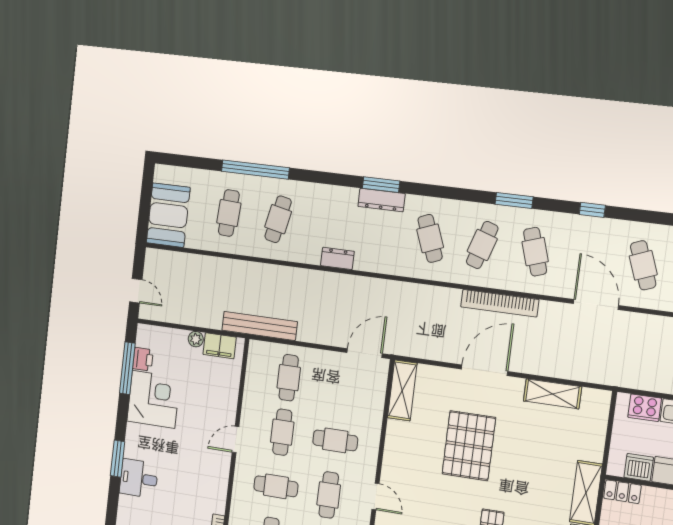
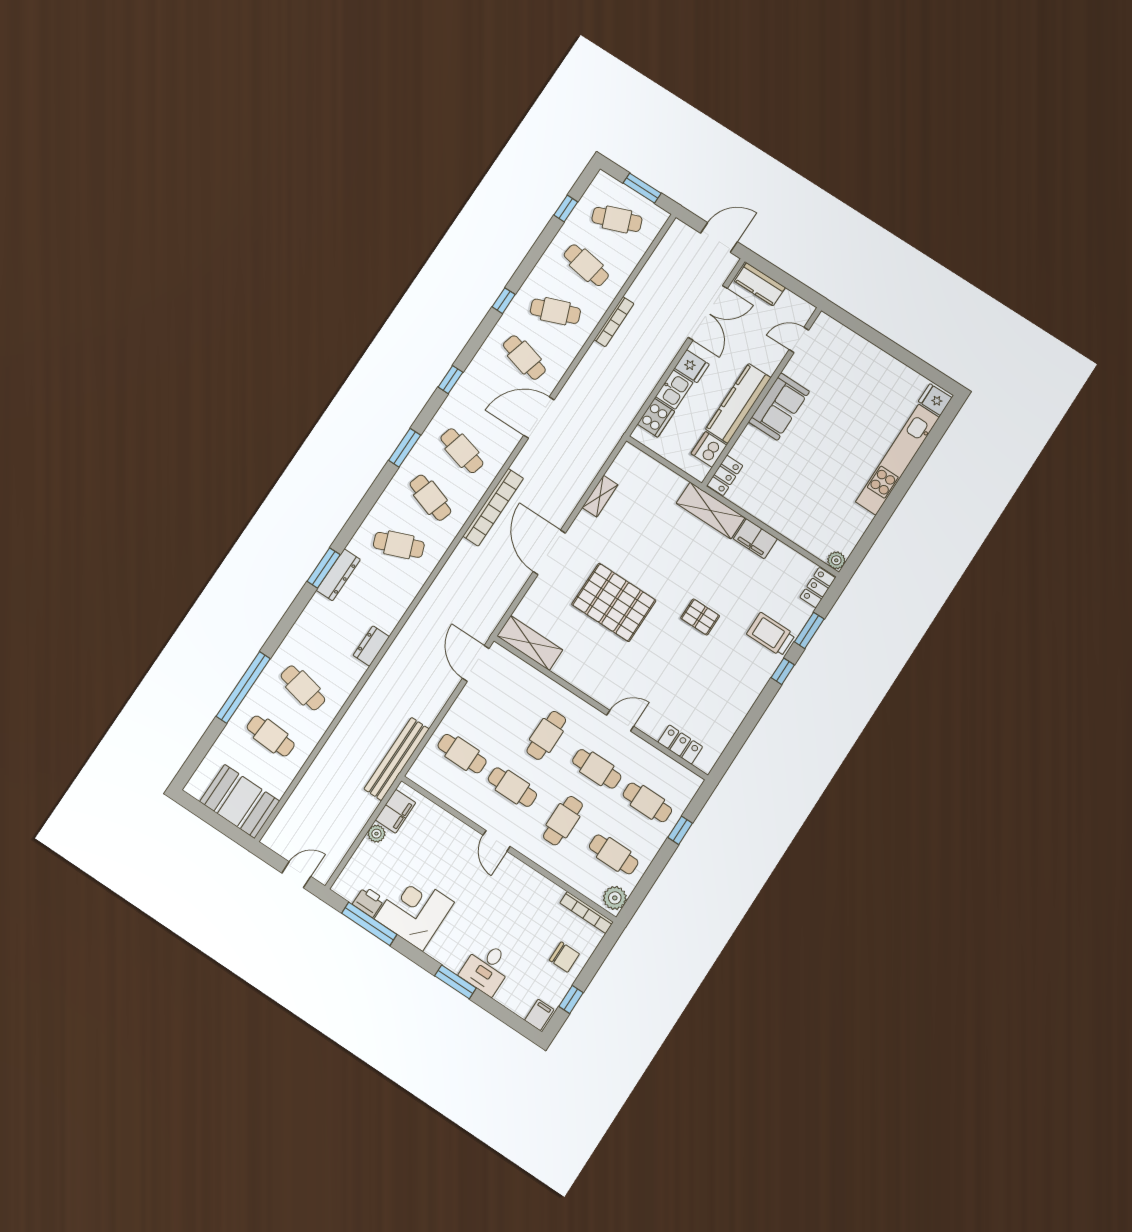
cafe table: (535, 252) -> (462, 451), turned 33
cafe table: (643, 265) -> (524, 357), turned 36
shelving: (552, 394) -> (600, 496), width x0.67, depth x0.75

